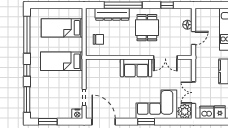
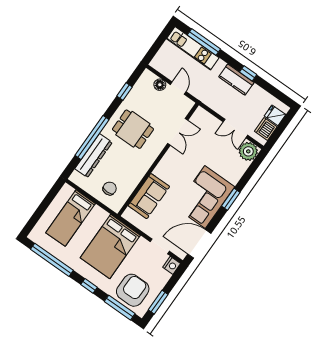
bed: (62, 61) -> (110, 247), width x1.50
sofa: (136, 68) -> (149, 196), moved
armchair: (44, 100) -> (133, 290), added
corner sofa: (156, 104) -> (205, 197), moved

